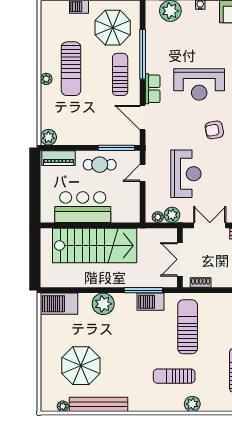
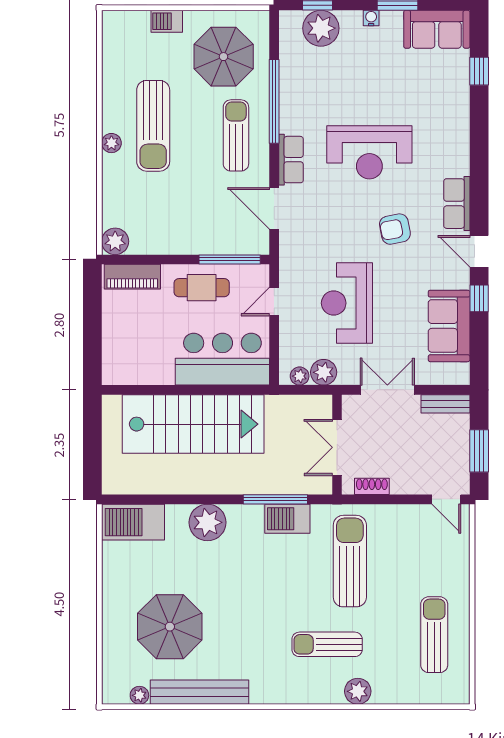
reception desk: (186, 174) -> (347, 303), turned 180
bar counter: (83, 207) -> (222, 359), moved

